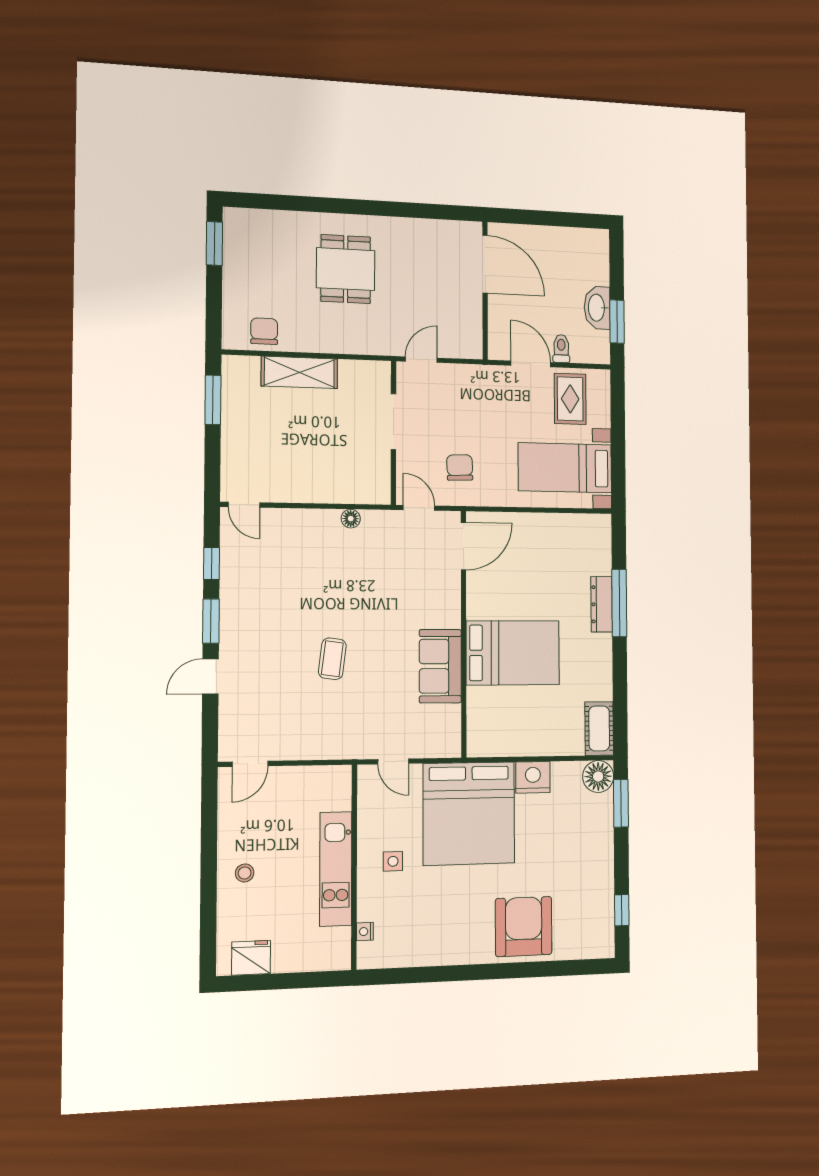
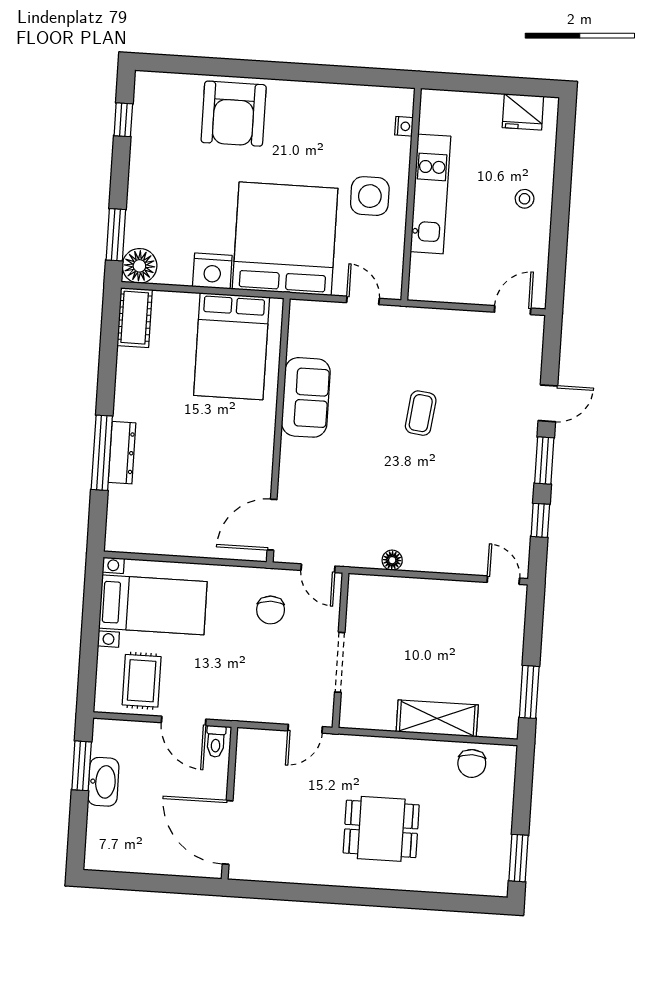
dining table: (346, 269) -> (381, 829), turned 90
toilet: (561, 349) -> (216, 741), moved
bed: (513, 653) -> (232, 346), moved, turned -90
side table: (393, 861) -> (370, 196), width x1.87, depth x1.87

